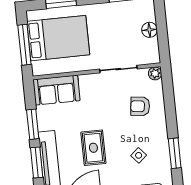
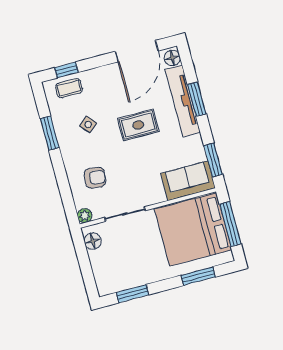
floor lamp: (149, 30) -> (93, 241), moved
bed: (58, 38) -> (193, 229), width x1.36
window: (33, 124) -> (213, 160), moved
rug: (93, 148) -> (138, 125), turned 90

